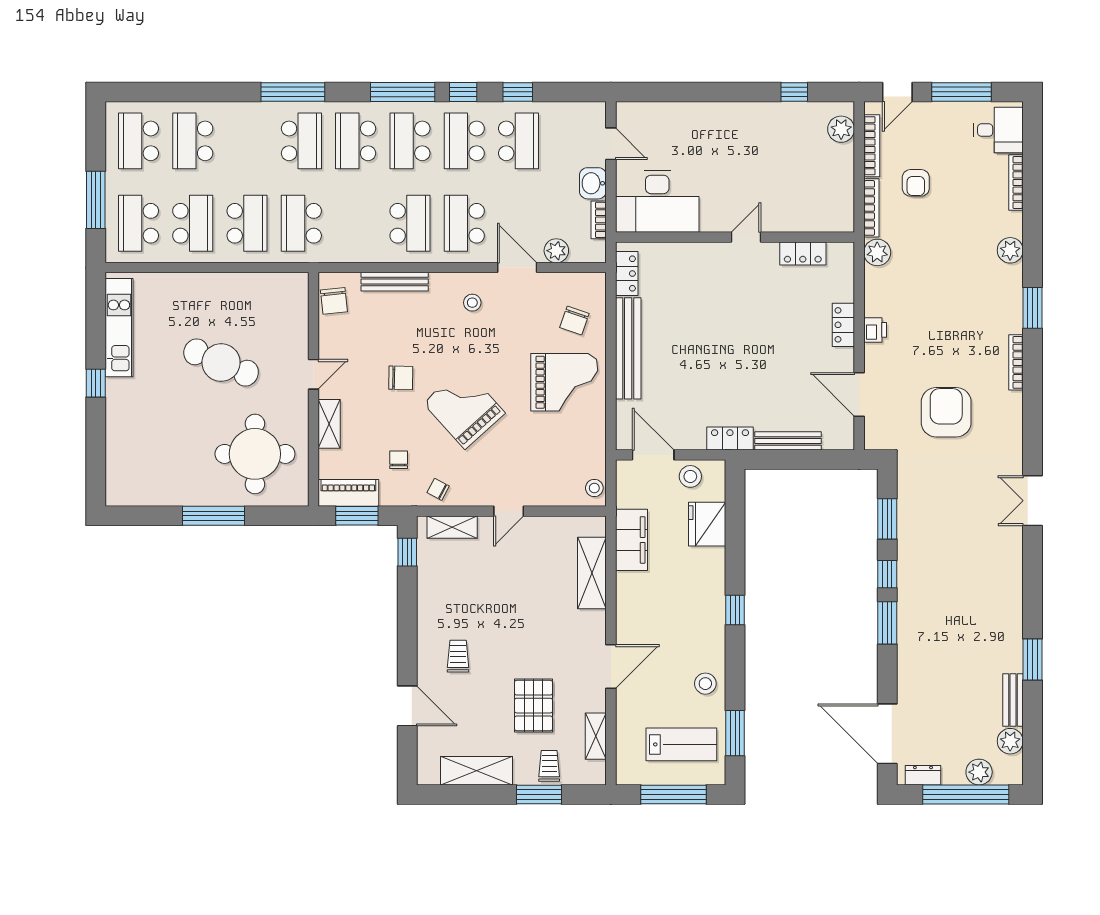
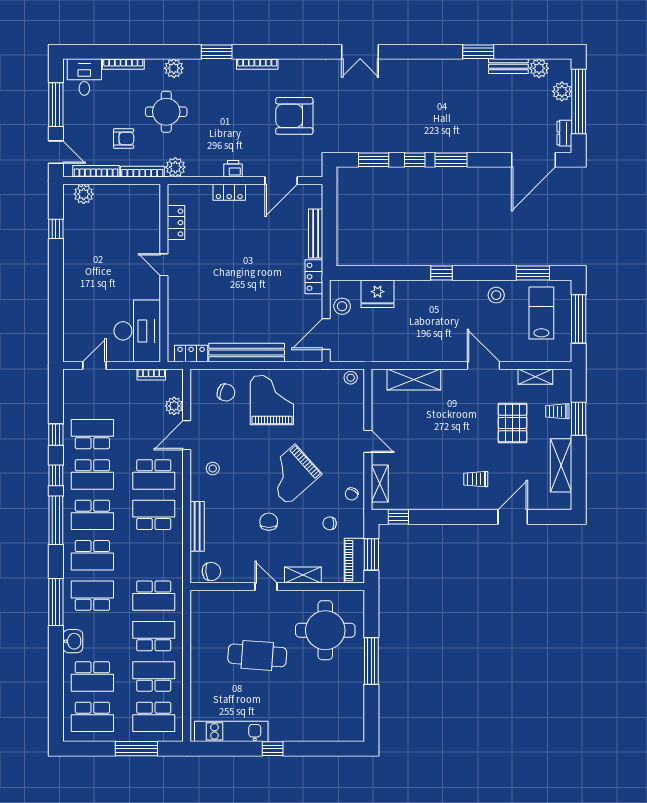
washbasin: (593, 183) -> (73, 641), moved, turned -90
round table: (952, 240) -> (166, 112), added
cafe table: (221, 363) -> (257, 655), turned 71
filing cabinet: (631, 540) -> (389, 350), removed
pallet: (533, 706) -> (512, 423), turned 90

